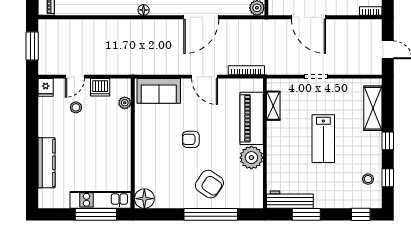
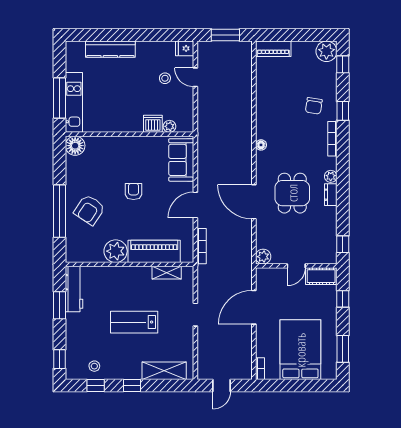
dishwasher: (100, 87) -> (153, 124), moved, turned 90

